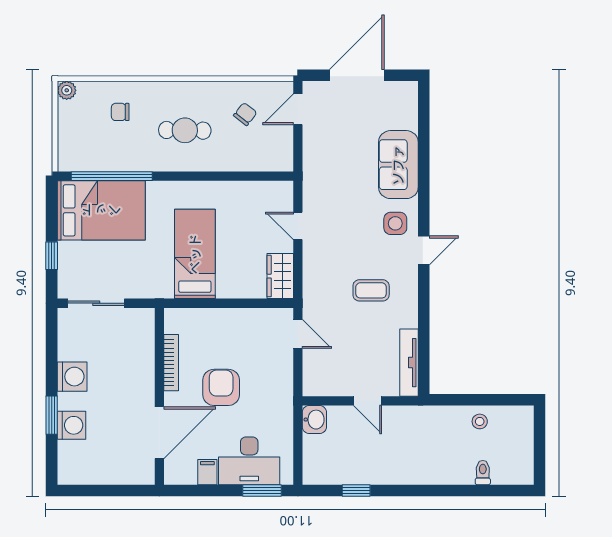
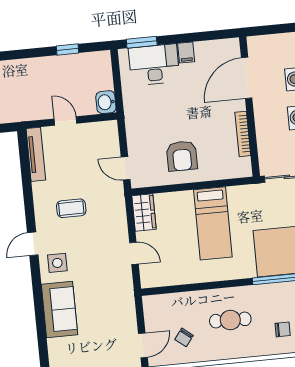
bookcase: (171, 363) -> (243, 134), moved
armchair: (221, 387) -> (182, 156), moved
wall: (159, 396) -> (249, 107), moved
door: (159, 433) -> (247, 78), moved

